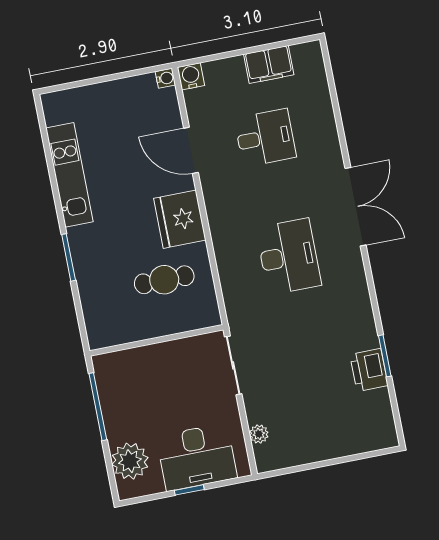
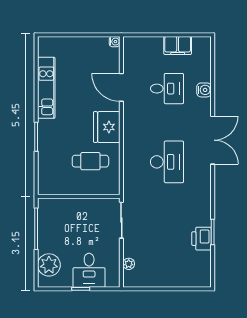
water cooler: (191, 76) -> (204, 90), moved, turned 90
desk: (197, 457) -> (89, 270), width x0.73

